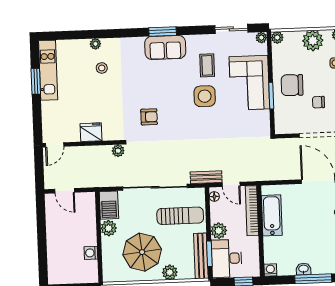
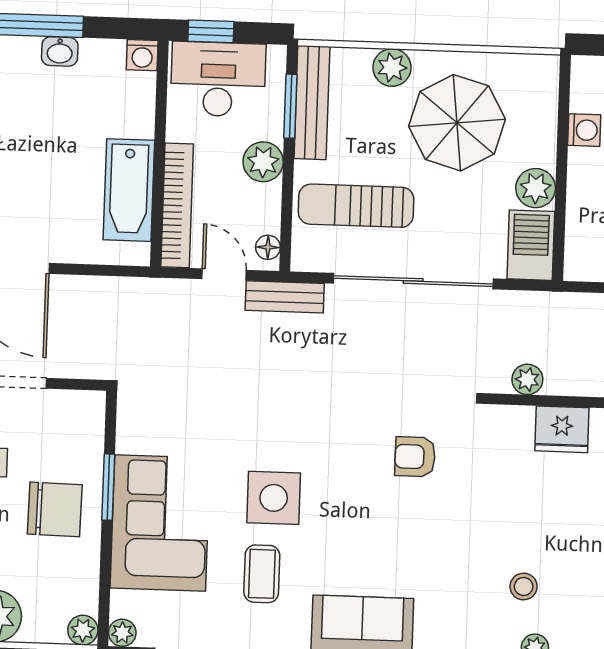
plant: (118, 151) -> (527, 379), moved
desk: (227, 258) -> (218, 79), moved, turned -90

